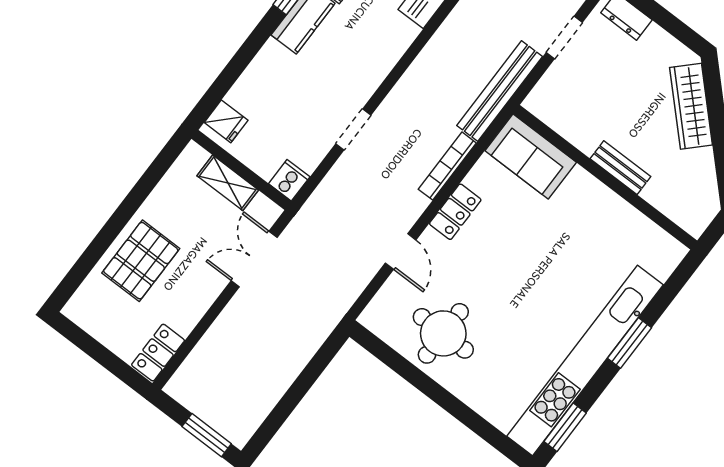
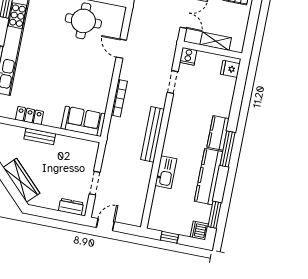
bench: (500, 91) -> (153, 134), moved
doorway: (353, 129) -> (173, 82), moved
locker: (455, 212) -> (29, 116), moved, turned 90

